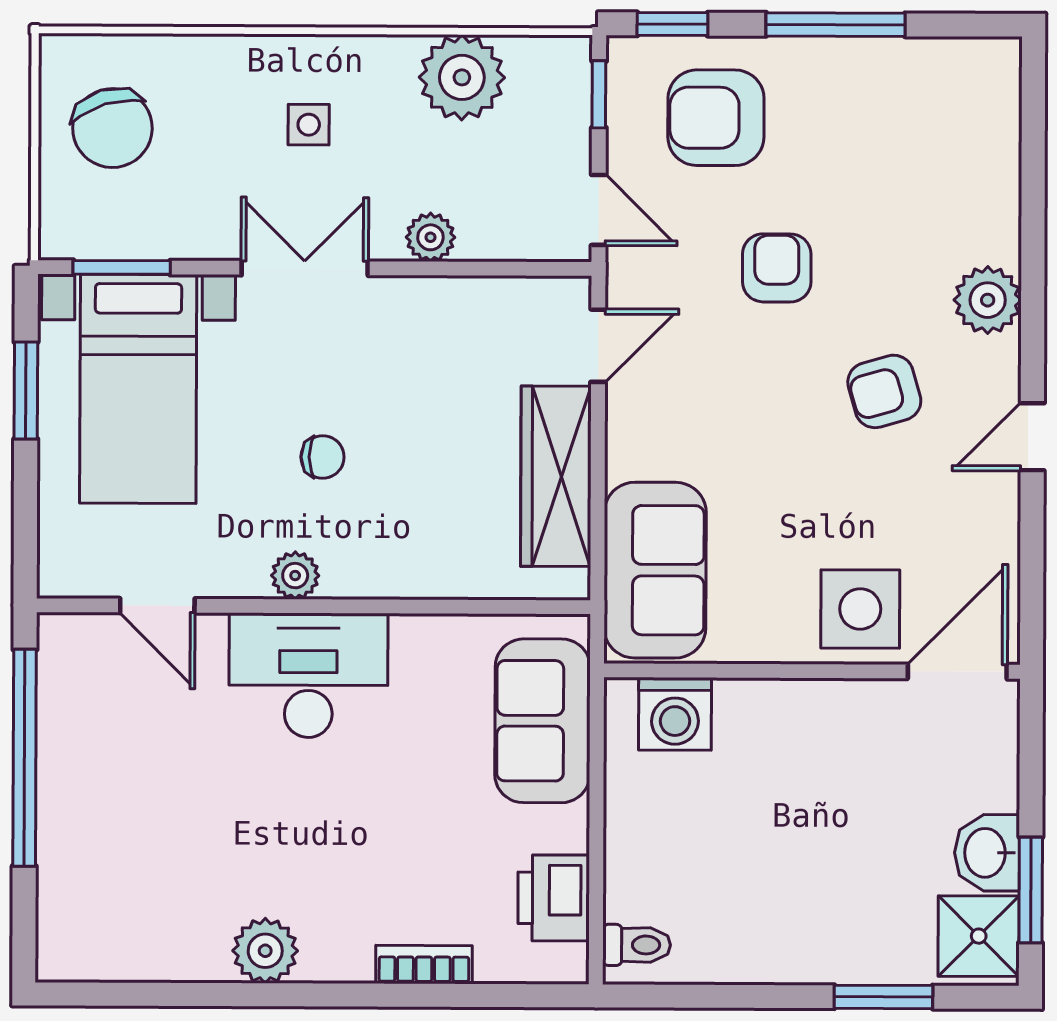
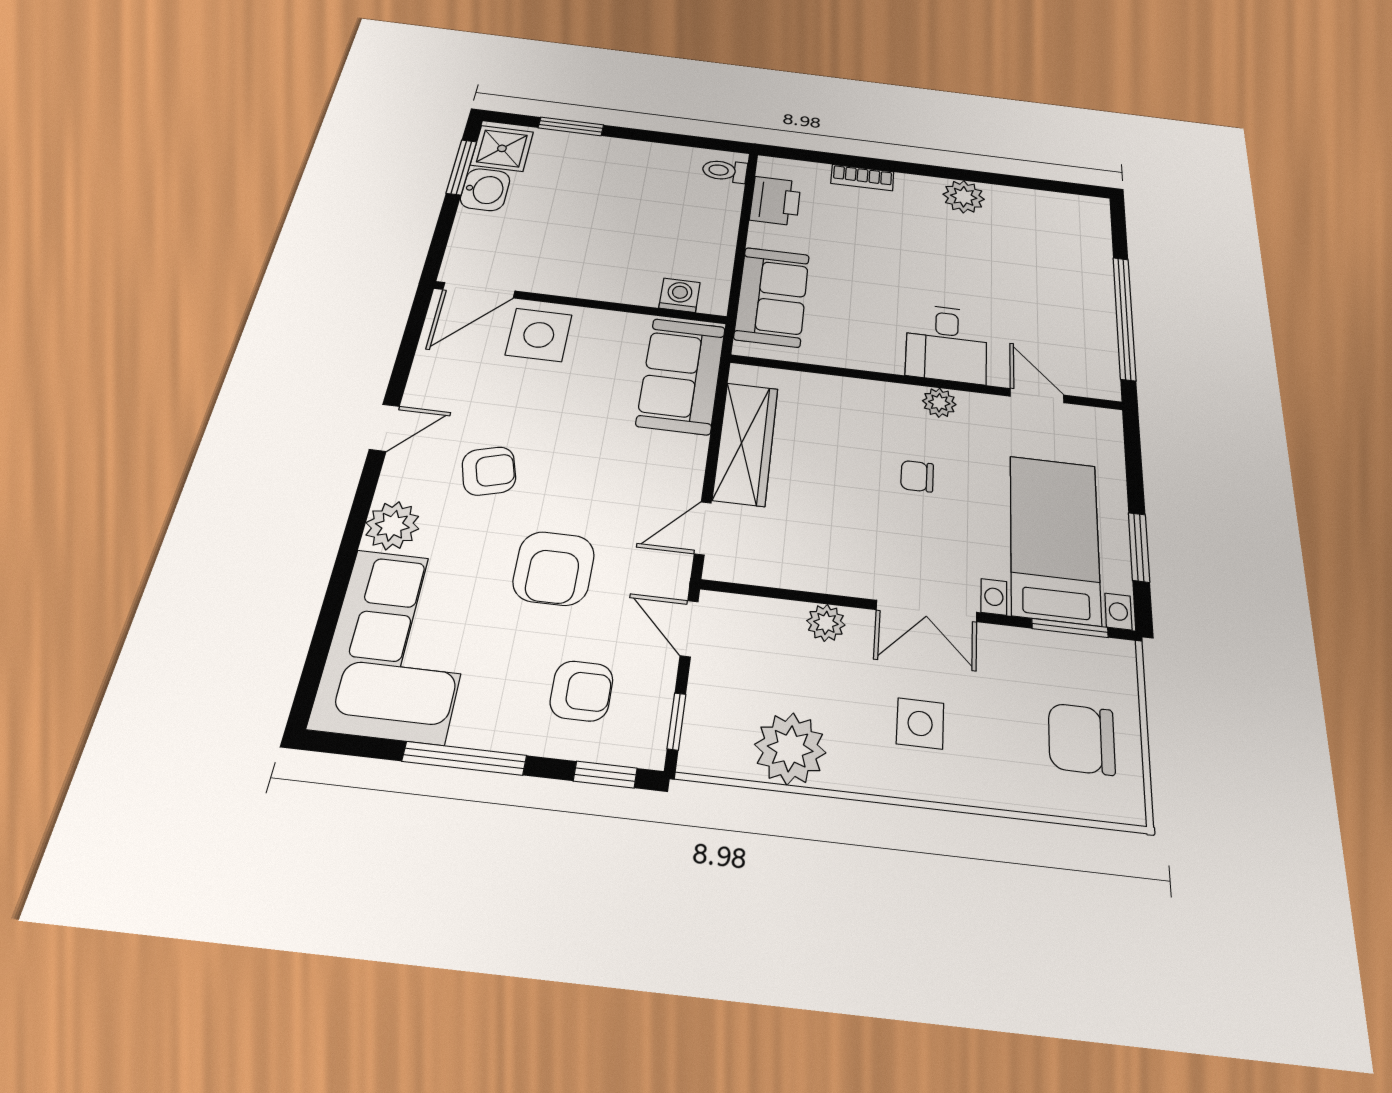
armchair: (716, 118) -> (582, 691), width x0.72, depth x0.72
side table: (309, 125) -> (920, 723), width x1.37, depth x1.37
chair: (112, 128) -> (1081, 739), turned -73
corner sofa: (941, 149) -> (399, 644), added
armchair: (777, 268) -> (554, 568), width x1.38, depth x1.38
desk: (308, 675) -> (946, 344), width x0.73
washing machine: (675, 714) -> (679, 295), width x0.73, depth x0.73

